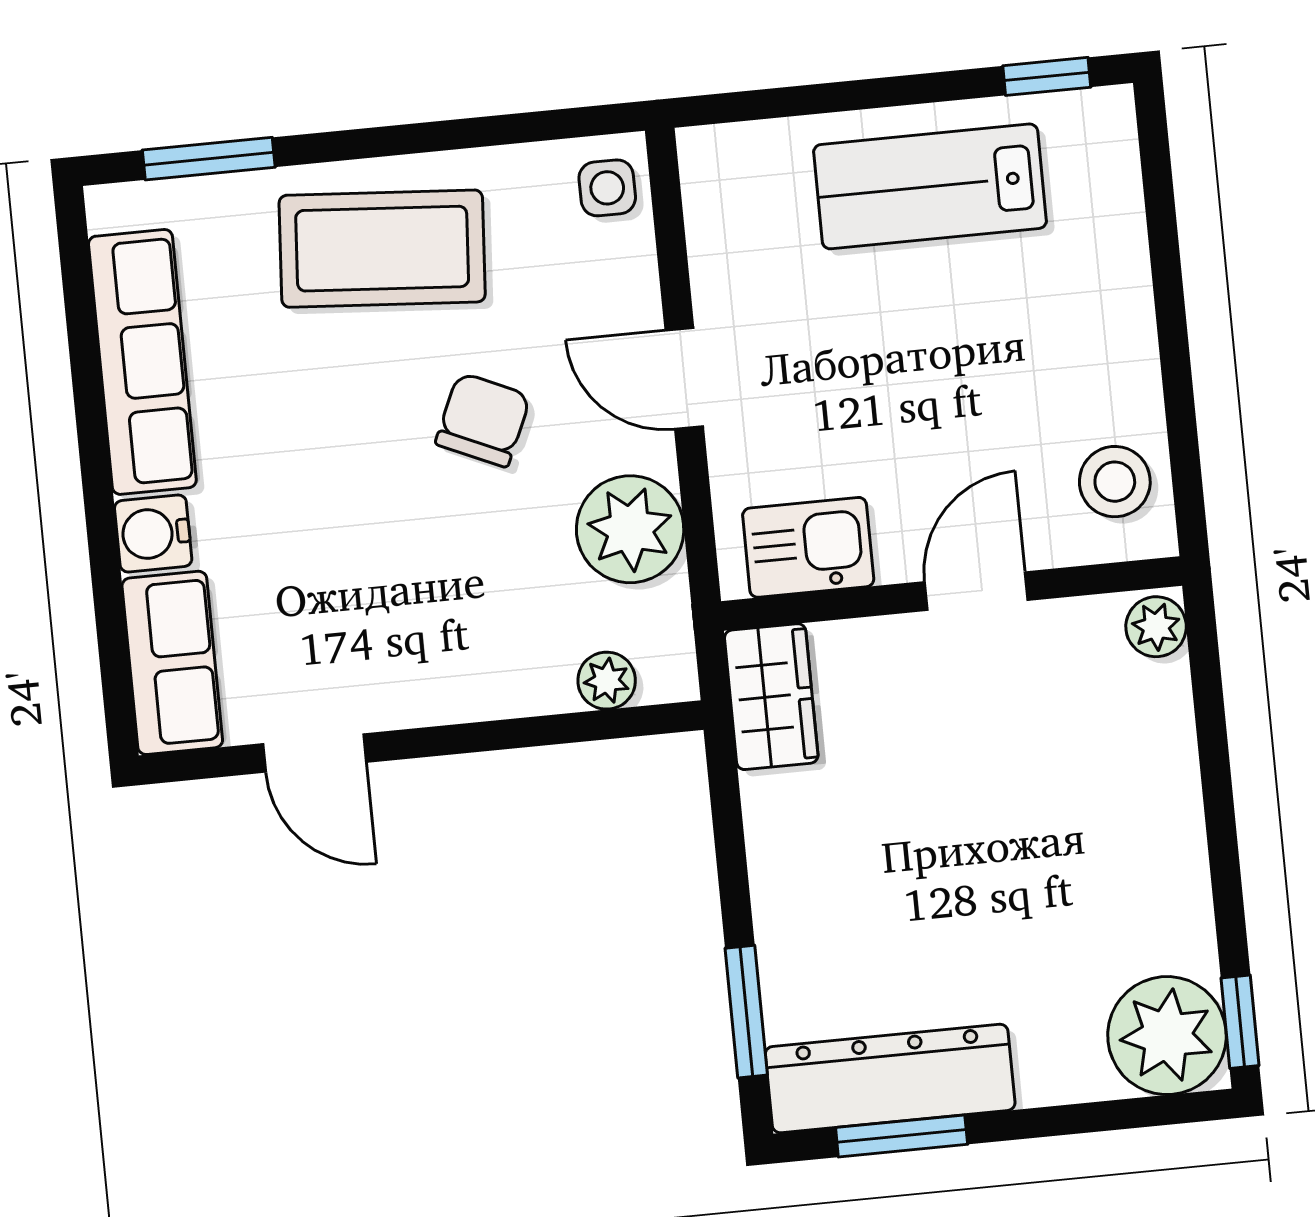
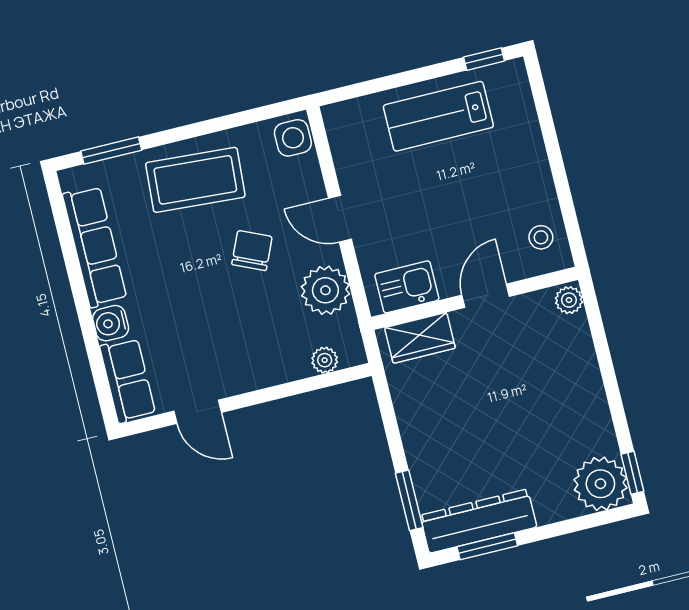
side table: (607, 188) -> (293, 138), width x1.37, depth x1.37
stool: (1115, 482) -> (541, 237), width x0.73, depth x0.73
wardrobe: (771, 697) -> (420, 338), moved, turned 90

